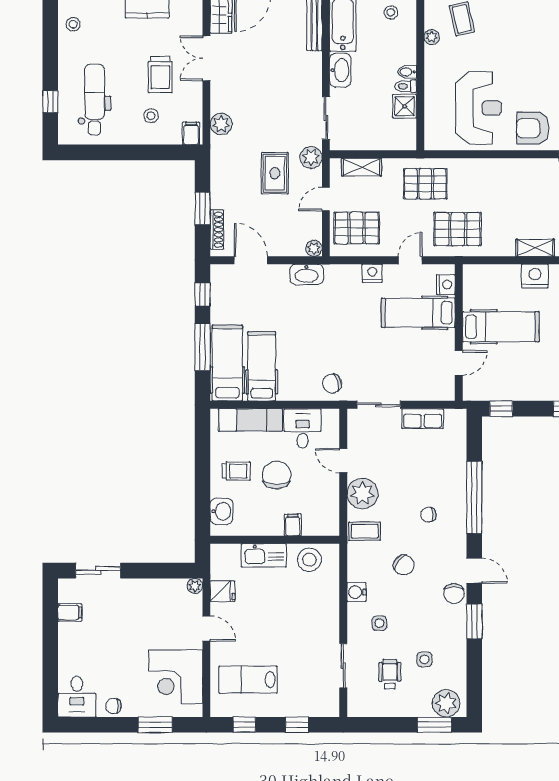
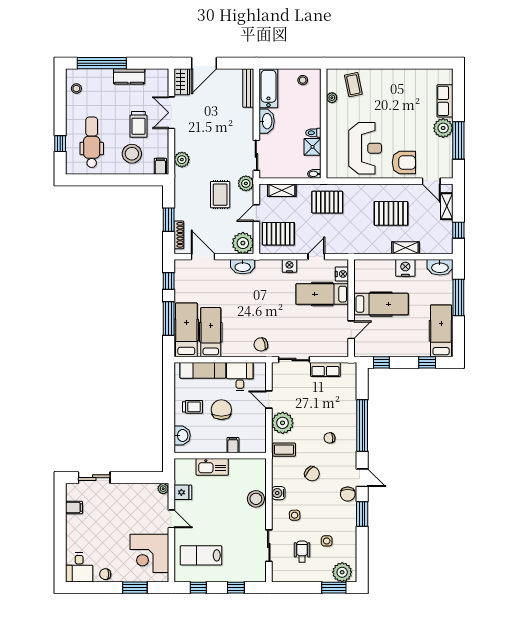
bidet: (407, 72) -> (314, 174), moved
stool: (151, 116) -> (132, 154), width x1.89, depth x1.89
armchair: (533, 128) -> (404, 162), turned 180
pallet: (458, 229) -> (391, 213), moved
plant: (314, 248) -> (243, 243), width x1.87, depth x1.87
stool: (309, 560) -> (256, 499), moved

